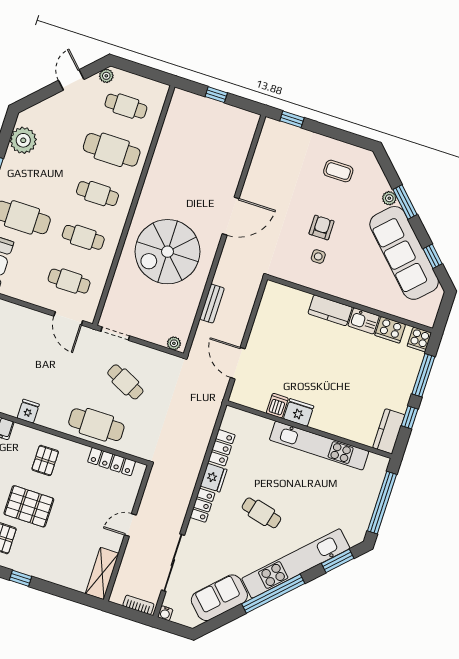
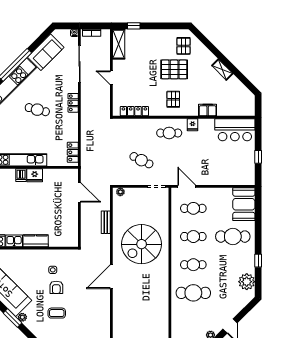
cafe table: (126, 106) -> (193, 321), removed
coffee table: (338, 171) -> (57, 313), moved
spiral stairs: (167, 252) -> (142, 244), turned 180
dishwasher: (277, 406) -> (21, 175), moved
cafe table: (96, 425) -> (169, 133), moved, width x0.73, depth x0.74
locker: (222, 448) -> (73, 152), moved
fridge: (214, 478) -> (72, 121), removed
door: (130, 525) -> (111, 78), swing flipped
window: (21, 578) -> (134, 26), moved

